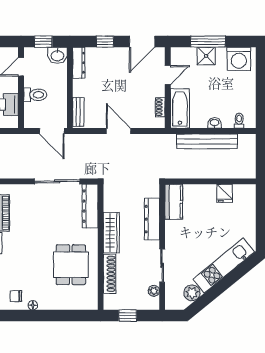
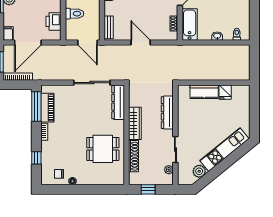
bench: (207, 141) -> (211, 51), removed
kitchen counter: (174, 202) -> (204, 92), moved, turned 90
dining table: (71, 265) -> (103, 149), turned 90

